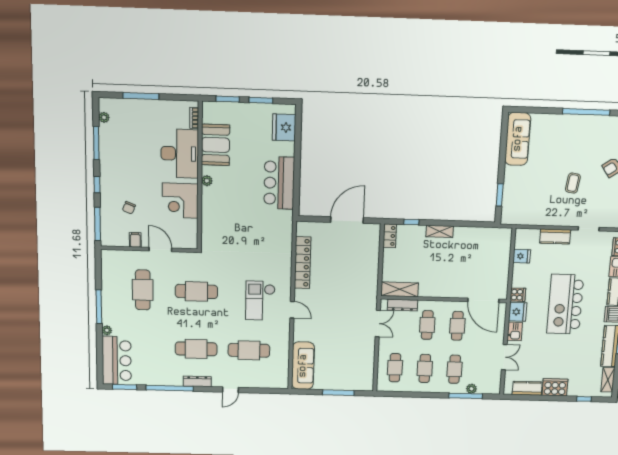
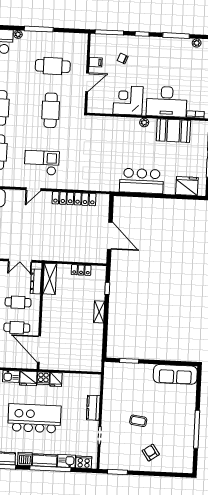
locker: (390, 236) -> (81, 270), moved
fridge: (522, 256) -> (56, 379), moved
door: (483, 300) -> (39, 349), hinge flipped

